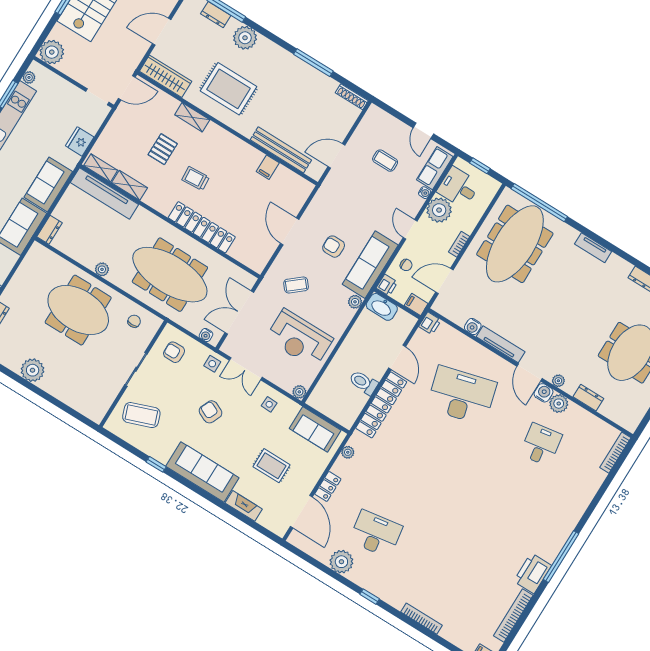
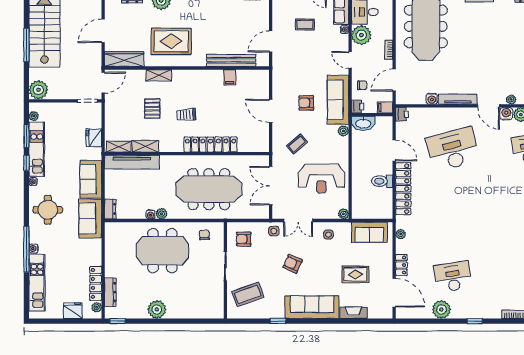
water cooler: (206, 335) -> (151, 214), moved

